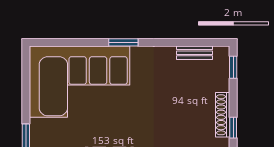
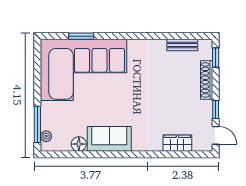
window: (123, 42) -> (81, 36), moved
shoe rack: (223, 115) -> (207, 80), moved

